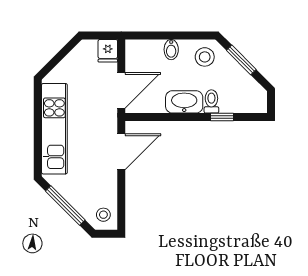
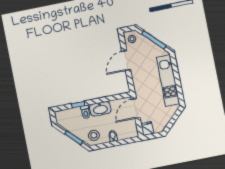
door: (121, 152) -> (126, 61), moved

